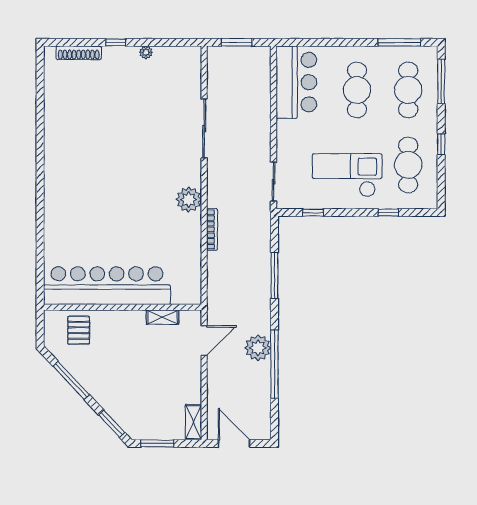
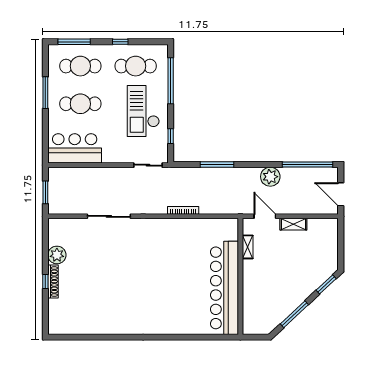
window: (399, 42) -> (45, 93), moved
plant: (146, 52) -> (57, 255), width x1.87, depth x1.87
shoe rack: (79, 53) -> (53, 282), moved
plant: (189, 200) -> (161, 228), removed
window: (388, 213) -> (171, 81), width x3.17
pallet: (79, 330) -> (257, 309), removed
window: (274, 364) -> (308, 165), moved
shelving: (193, 422) -> (293, 224), moved
window: (157, 443) -> (341, 251), removed
door: (234, 443) -> (341, 194), hinge flipped

